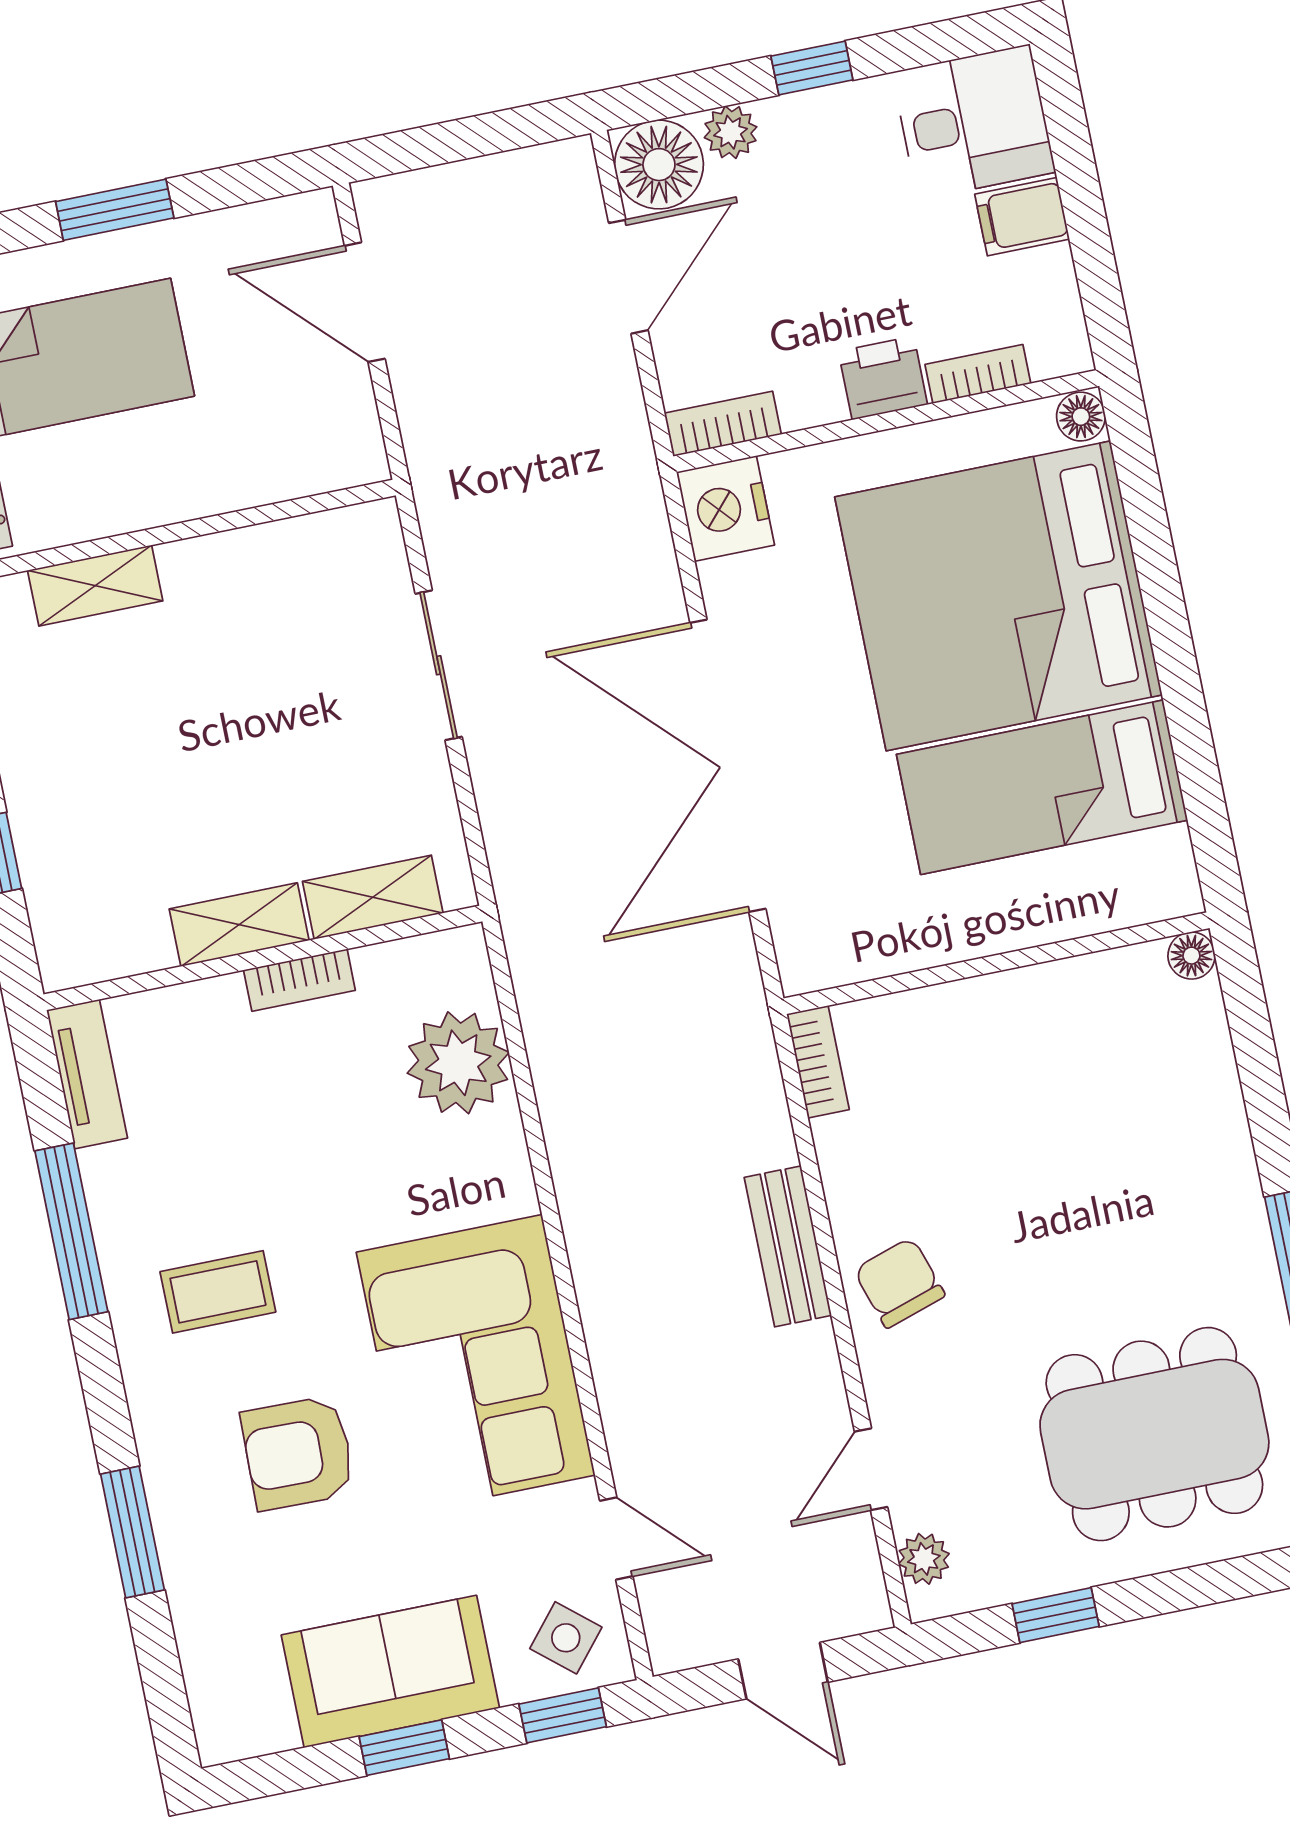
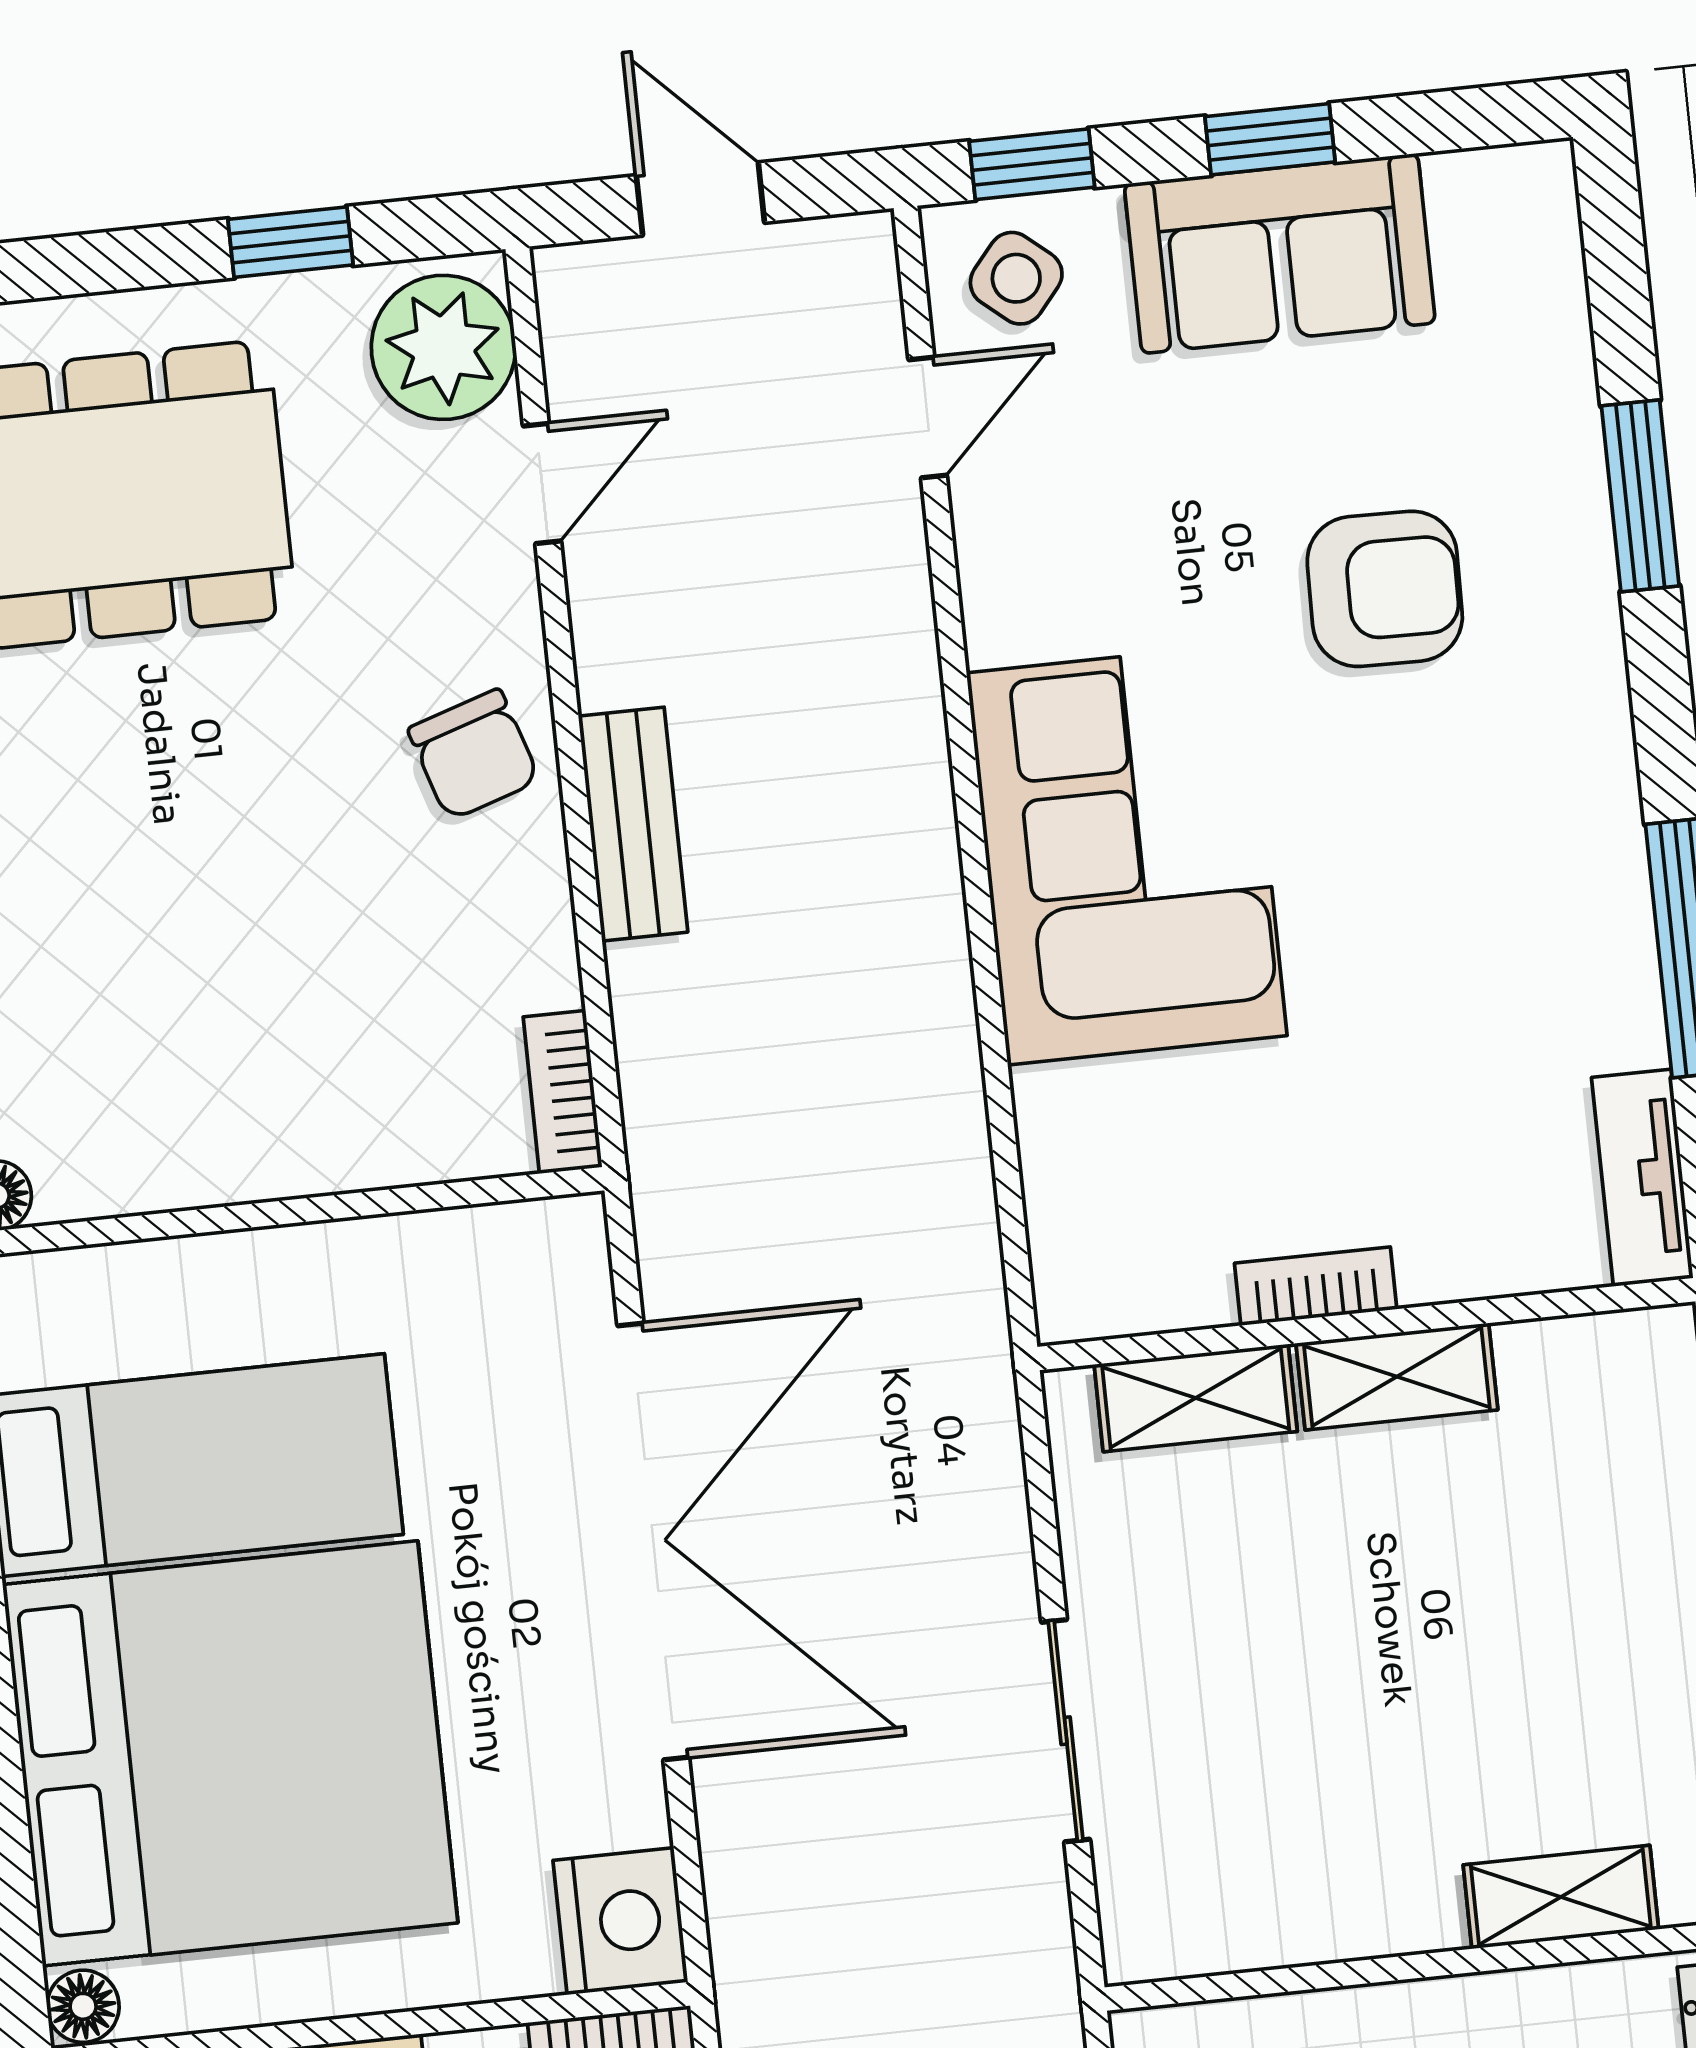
plant: (458, 1063) -> (1093, 1142), removed
coffee table: (218, 1292) -> (1480, 838), removed
corner sofa: (476, 1364) -> (1127, 854), moved
door: (616, 1538) -> (928, 418), swing flipped
plant: (924, 1559) -> (443, 347), width x1.87, depth x1.87

